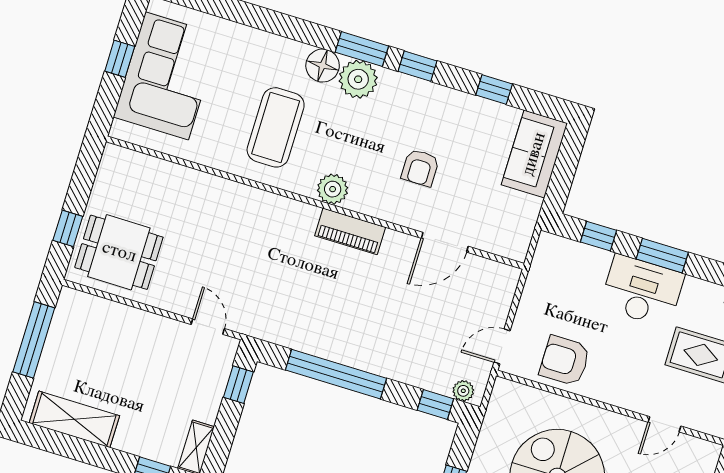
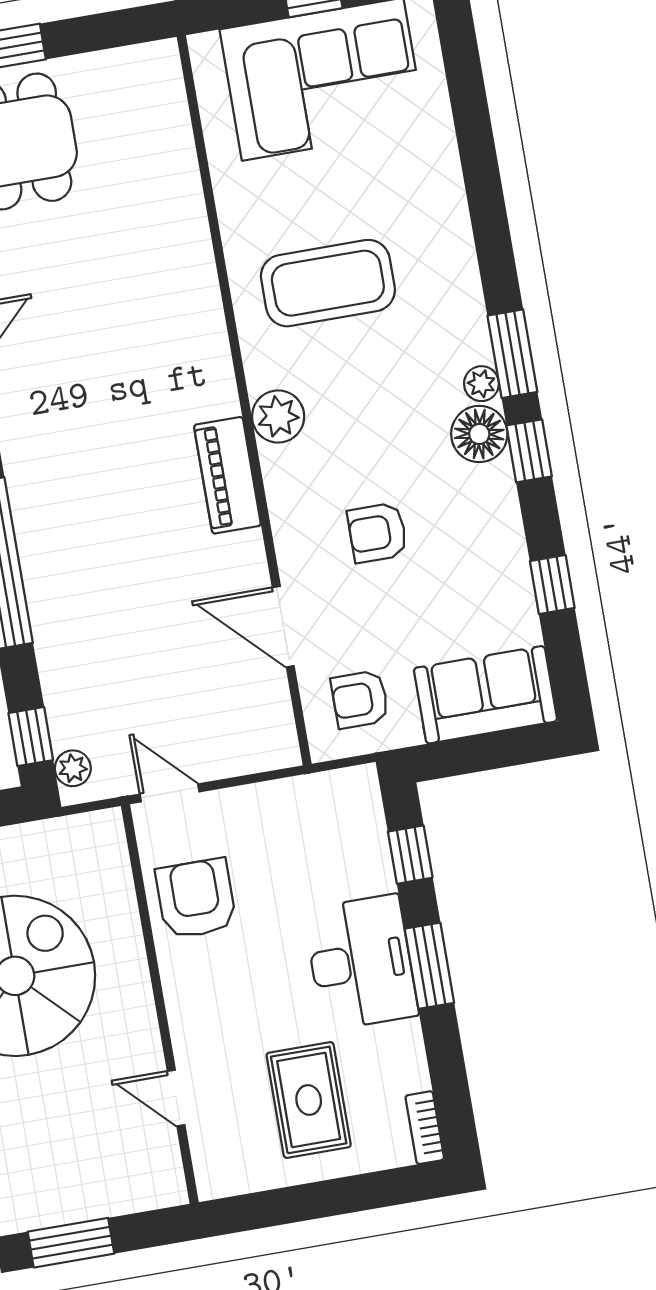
floor lamp: (323, 66) -> (479, 434), moved
plant: (358, 79) -> (481, 384), width x0.53, depth x0.53
armchair: (503, 221) -> (360, 699), added

